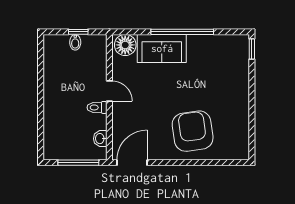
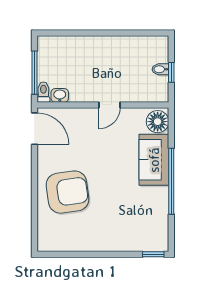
toilet: (97, 107) -> (43, 92), moved

